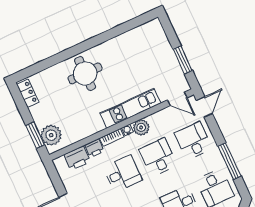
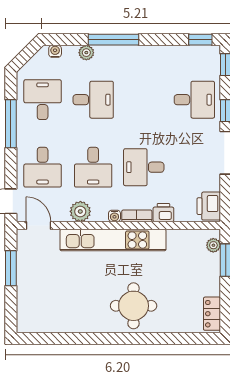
kitchen unit: (130, 108) -> (113, 240), width x1.36
plant: (141, 127) -> (80, 211), moved
plant: (51, 135) -> (213, 245), width x0.53, depth x0.53
printer: (77, 158) -> (209, 206), moved, turned -90

